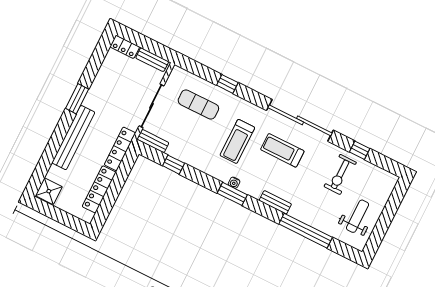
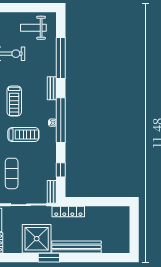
locker: (99, 189) -> (103, 212), removed
shower: (49, 191) -> (37, 239), moved, width x1.86, depth x1.86
window: (232, 194) -> (61, 120), width x2.11

